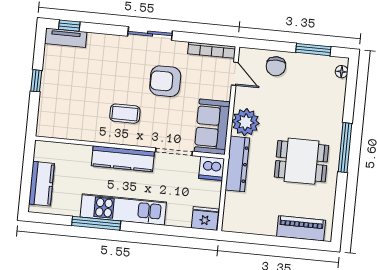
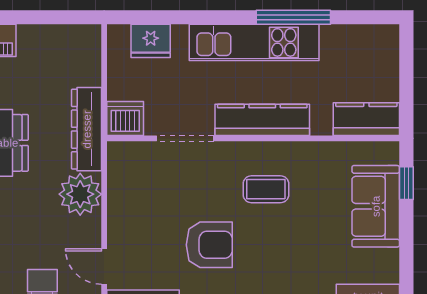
window: (36, 81) -> (406, 183), moved
sofa: (212, 127) -> (376, 206), moved, turned 180
kitchen counter: (42, 184) -> (366, 119), moved, turned 90
fridge: (205, 218) -> (151, 41), moved

